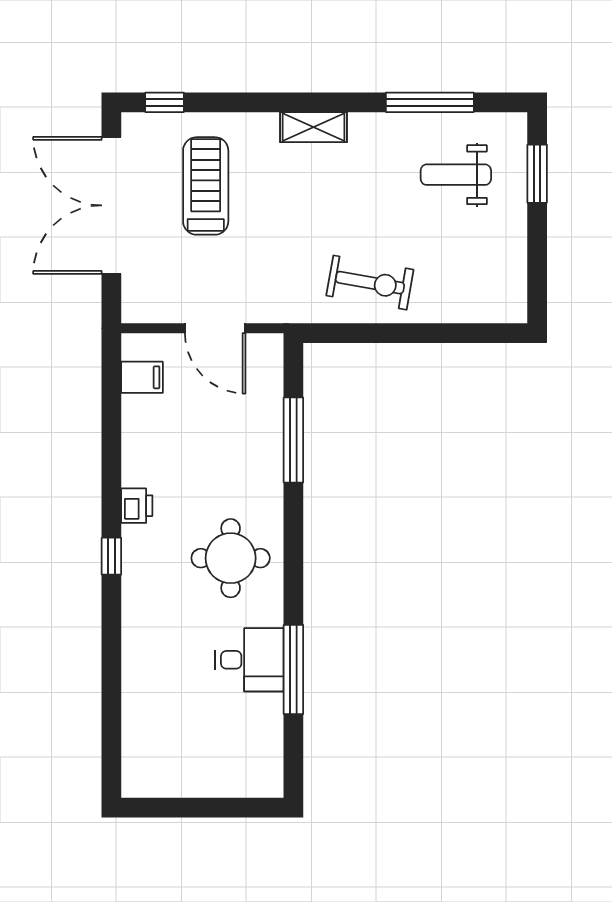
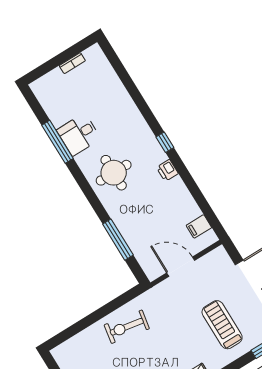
treadmill: (206, 186) -> (222, 325), turned 180
bookcase: (186, 788) -> (72, 63), added

